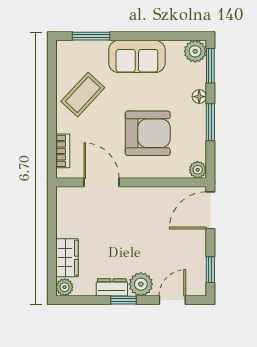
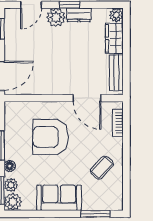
coffee table: (83, 95) -> (102, 168), width x0.73, depth x0.77
plant: (198, 170) -> (11, 185), moved
bench: (65, 214) -> (116, 73), added

